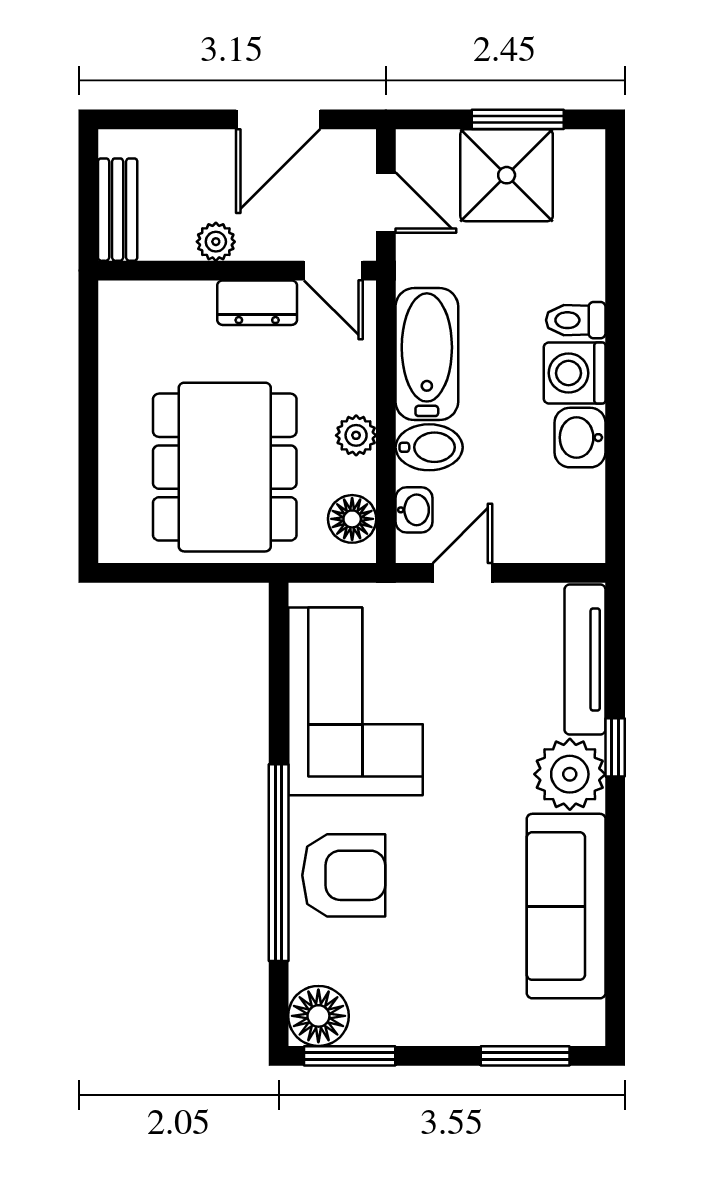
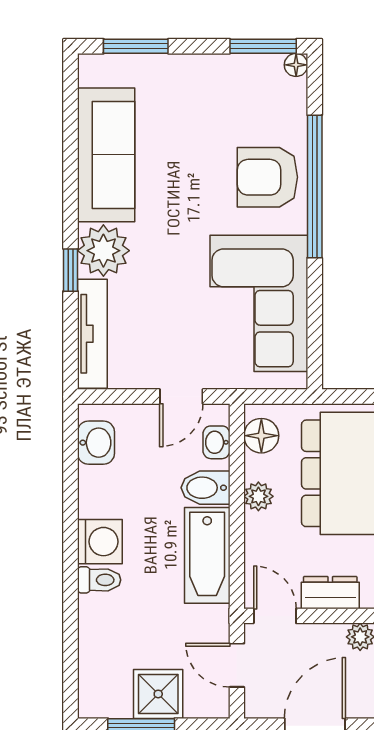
shower: (507, 175) -> (158, 694), width x0.73, depth x0.73
washbasin: (580, 438) -> (96, 443), moved
floor lamp: (318, 1016) -> (296, 65), width x0.53, depth x0.53

